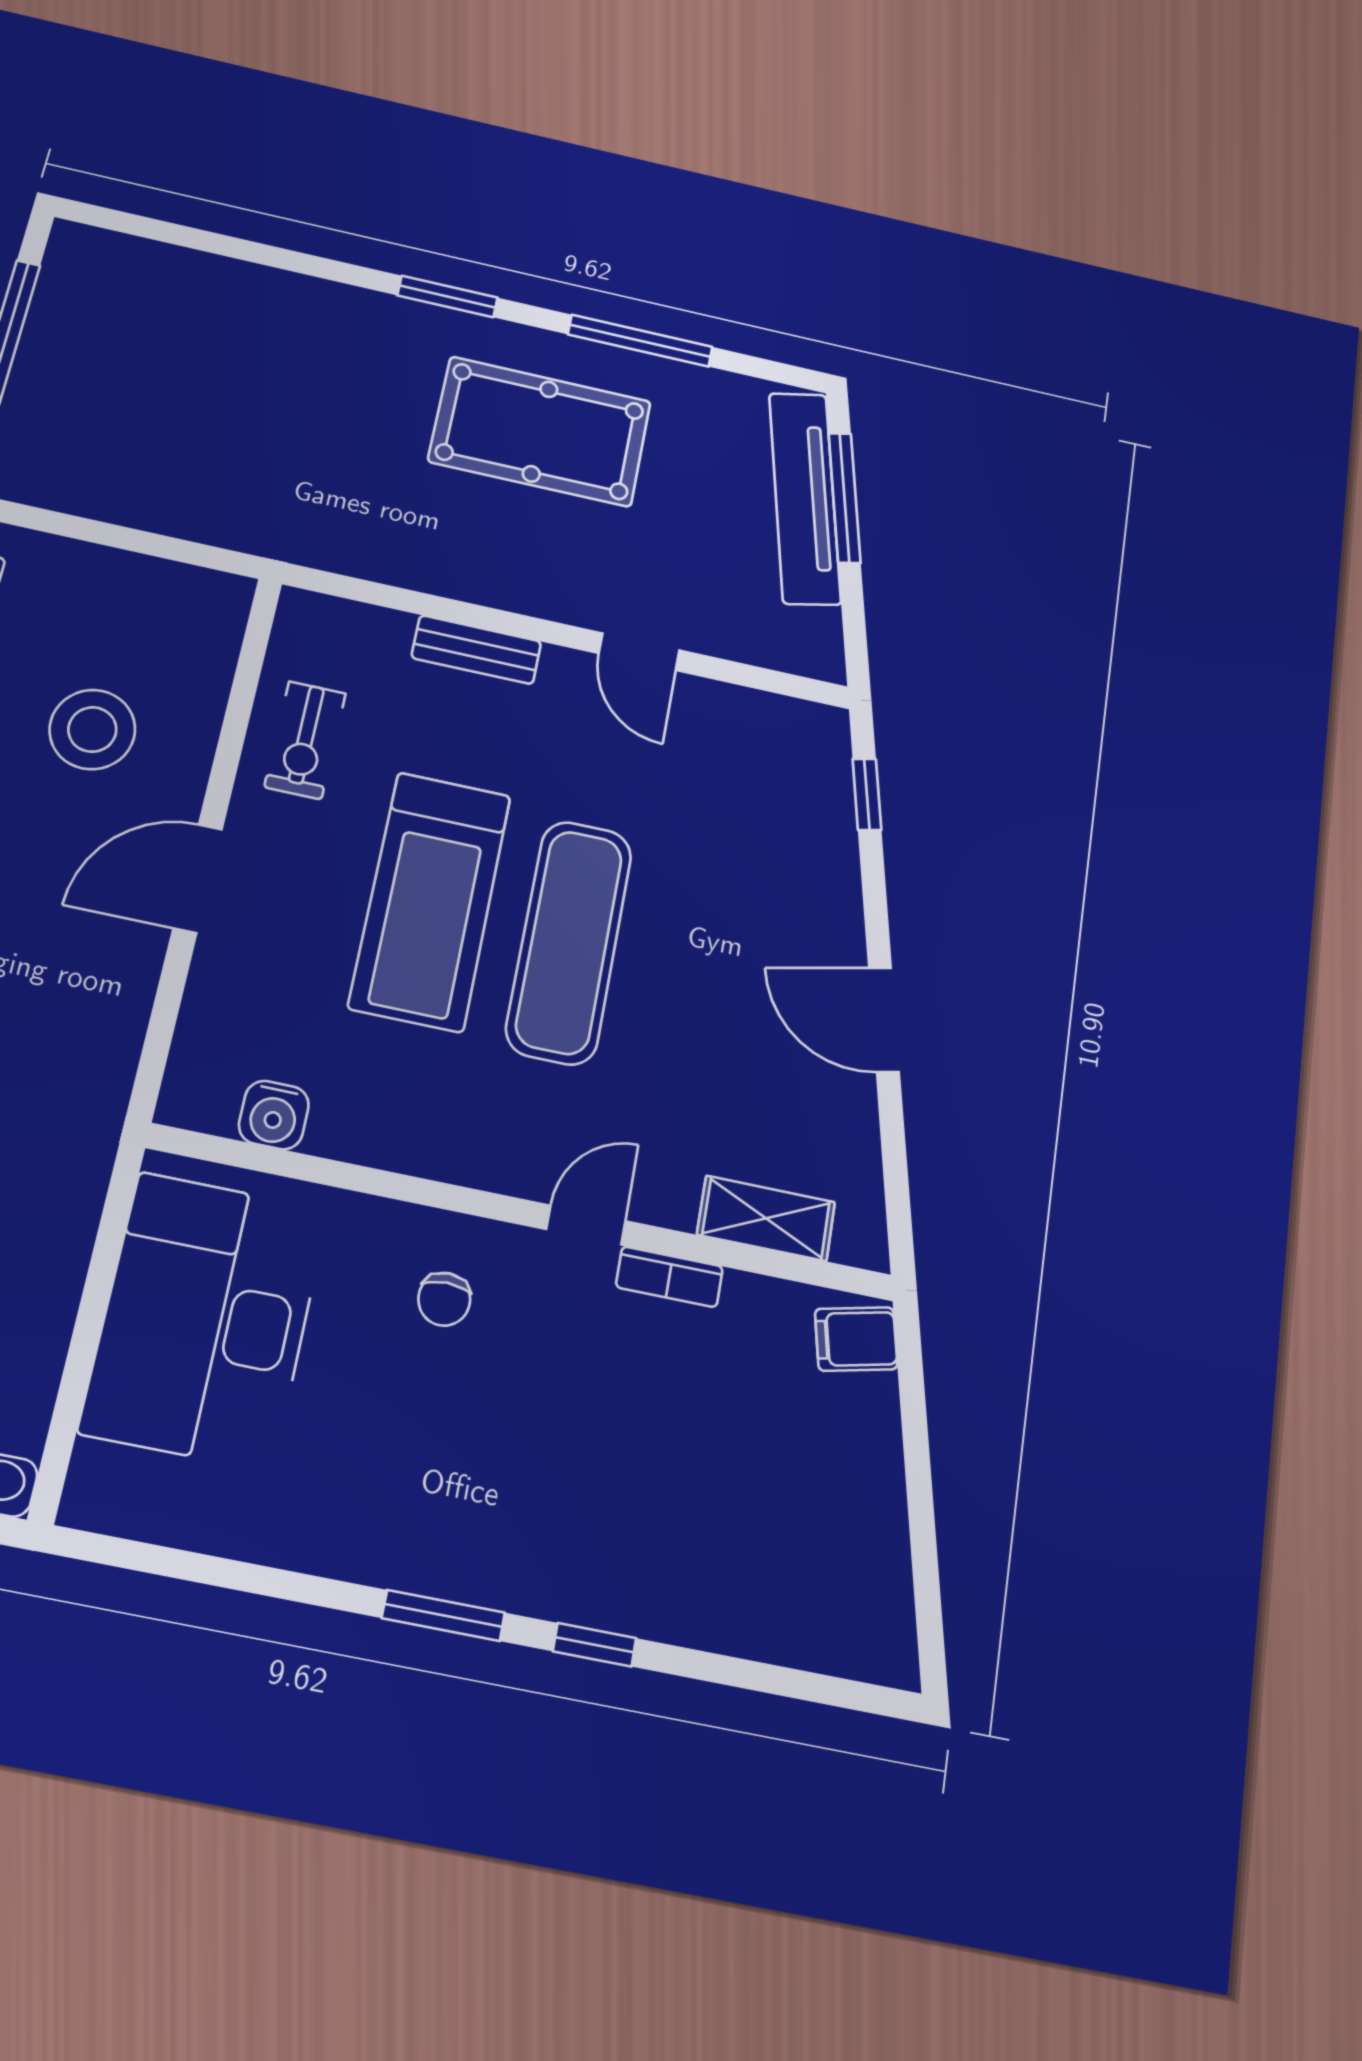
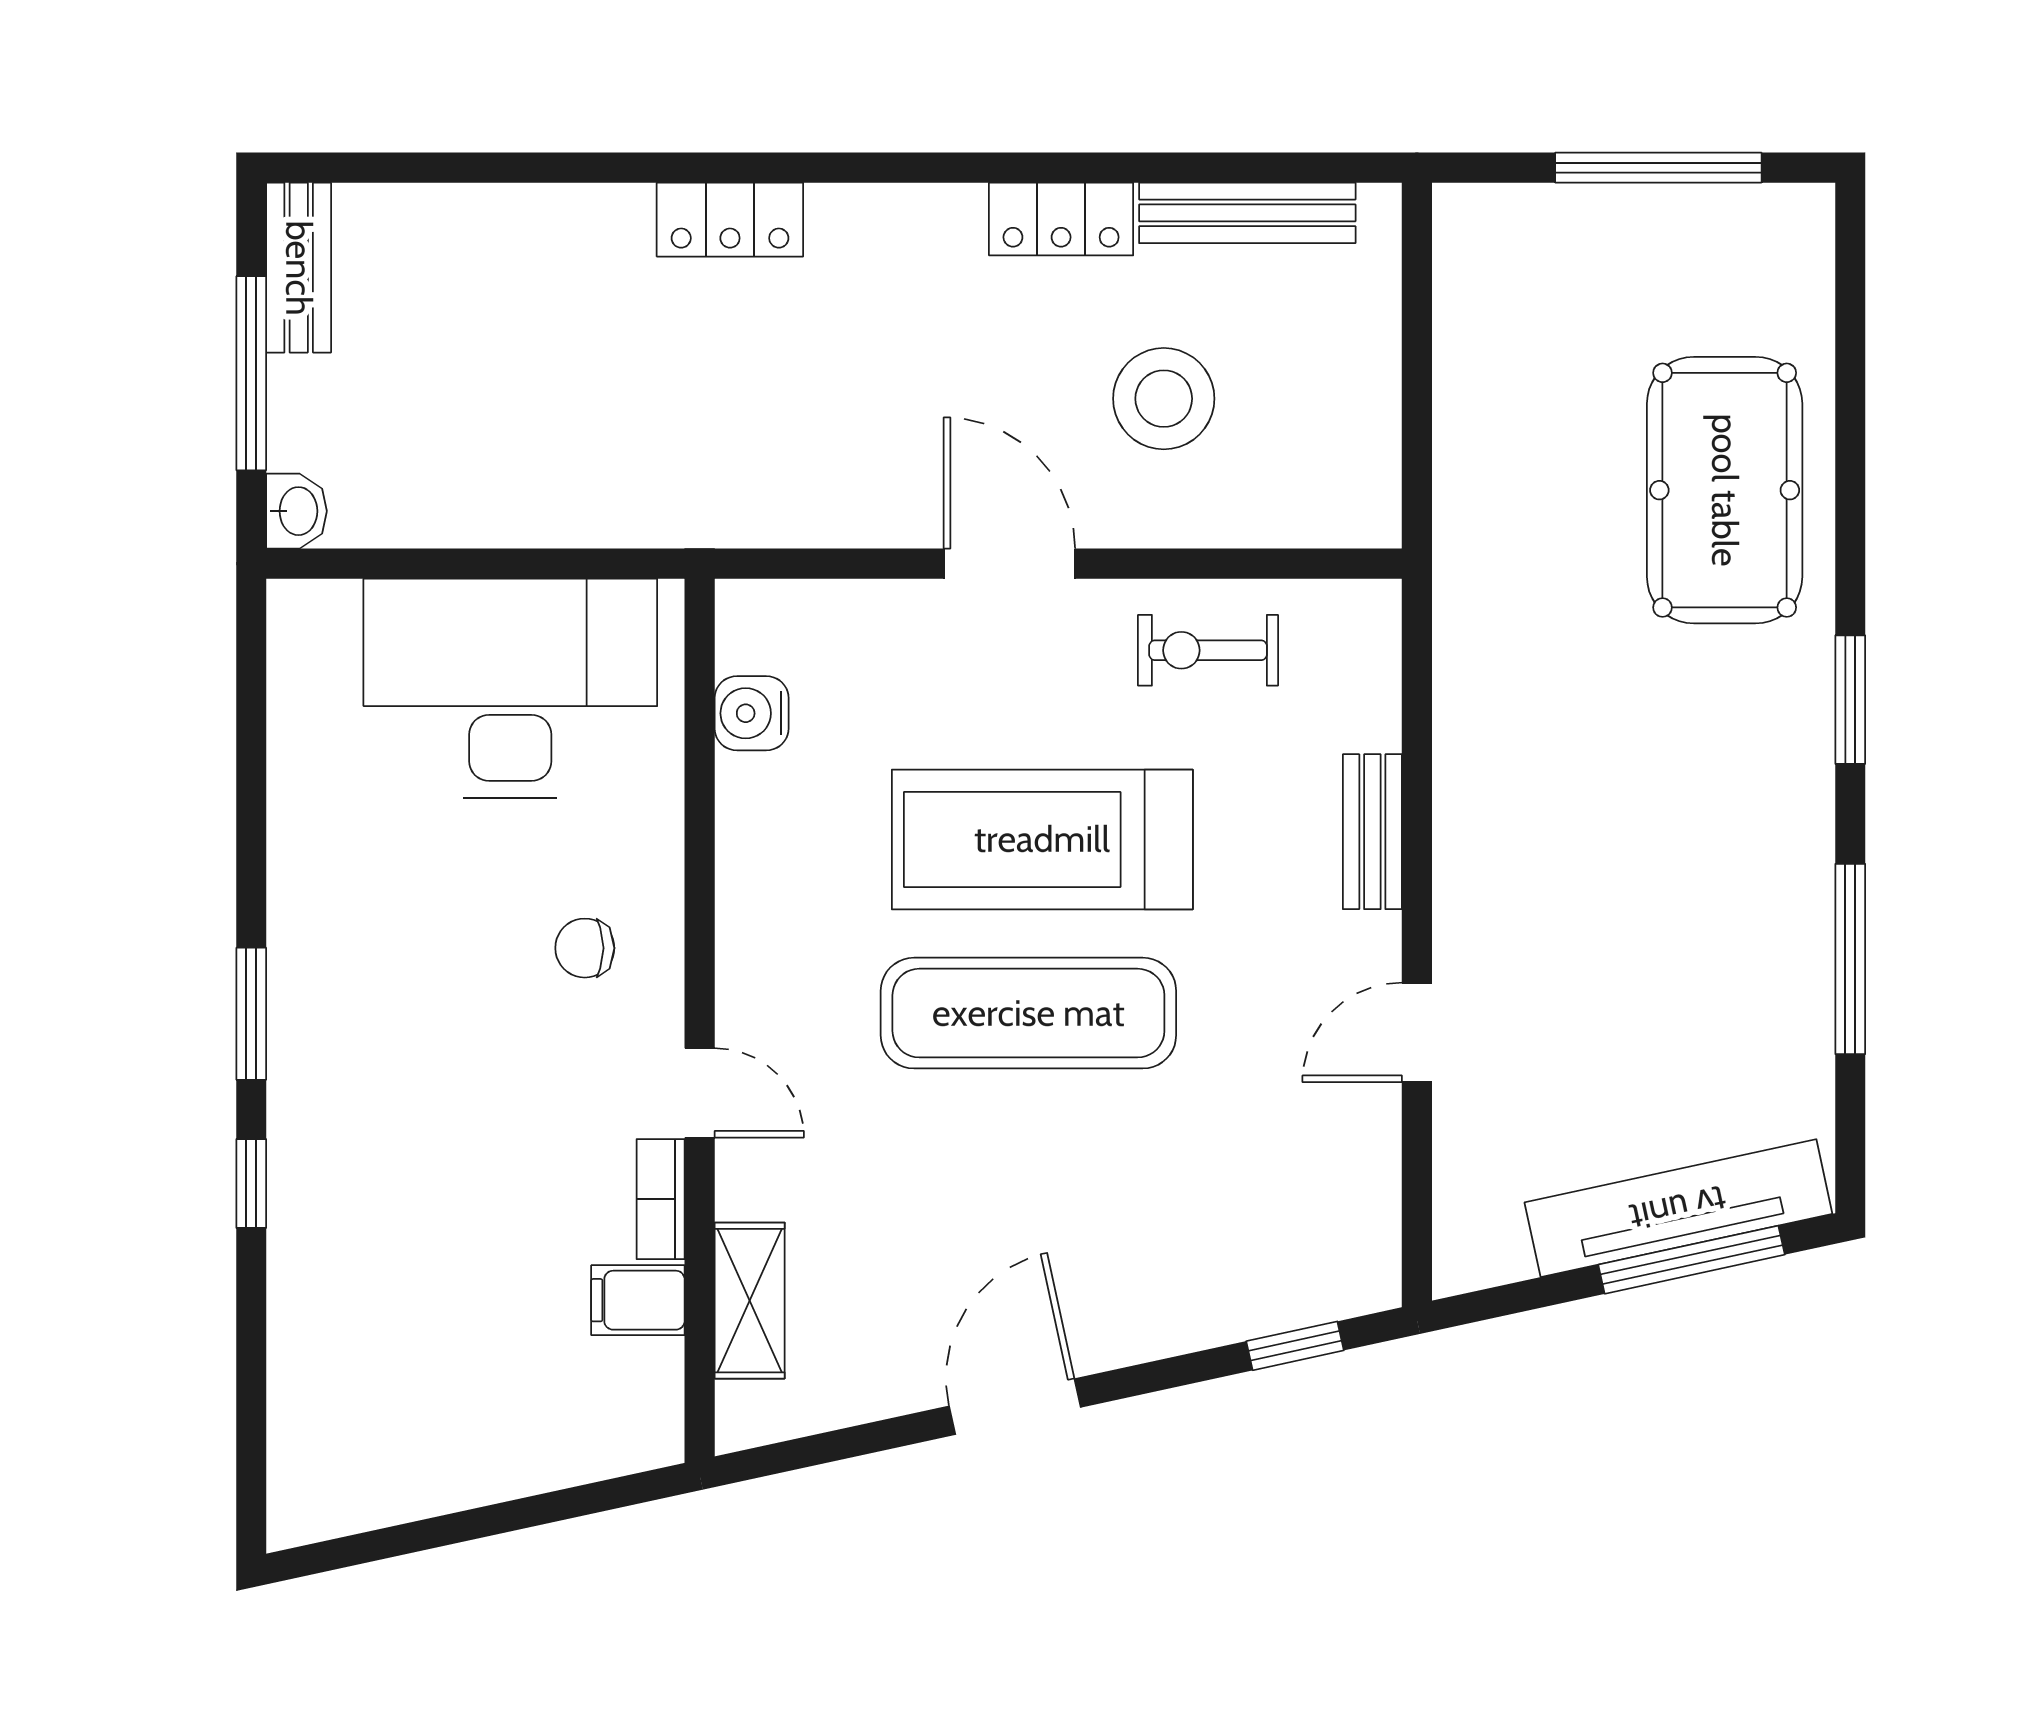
pool table: (540, 431) -> (1725, 490), moved
filing cabinet: (856, 1339) -> (638, 1300), moved, turned -78

